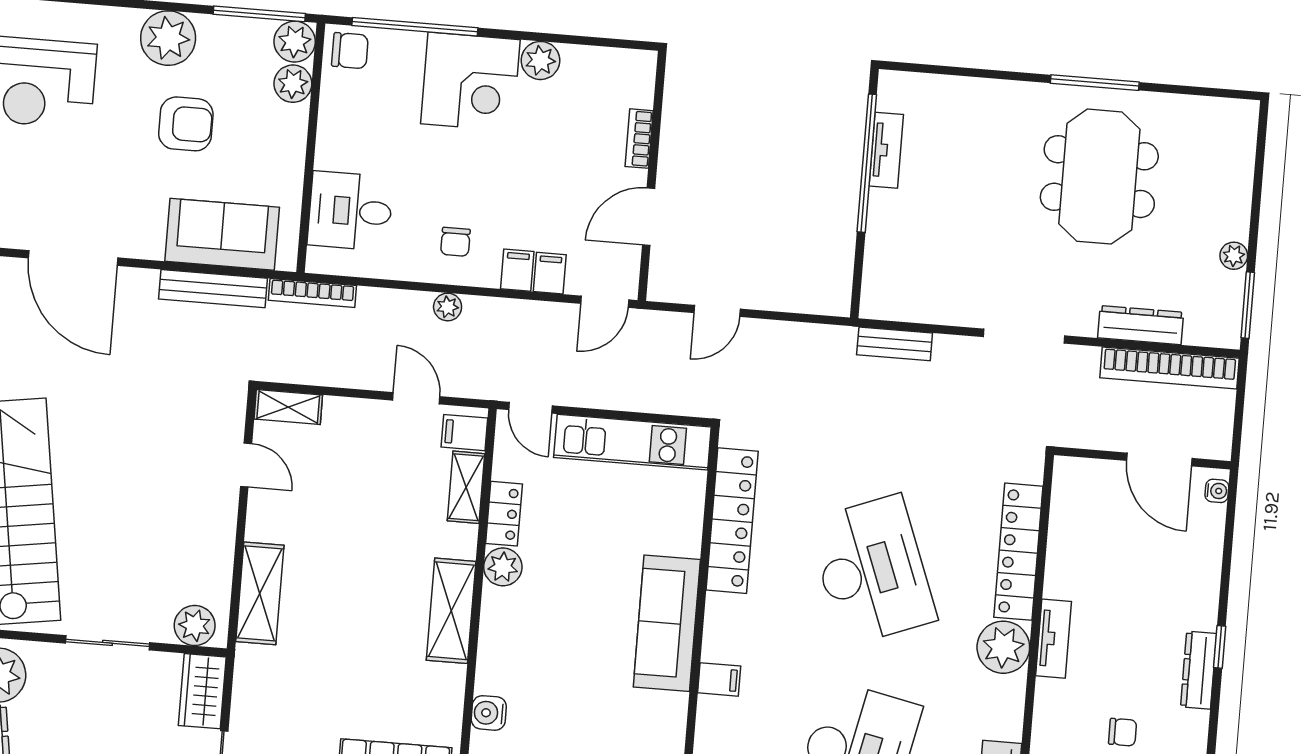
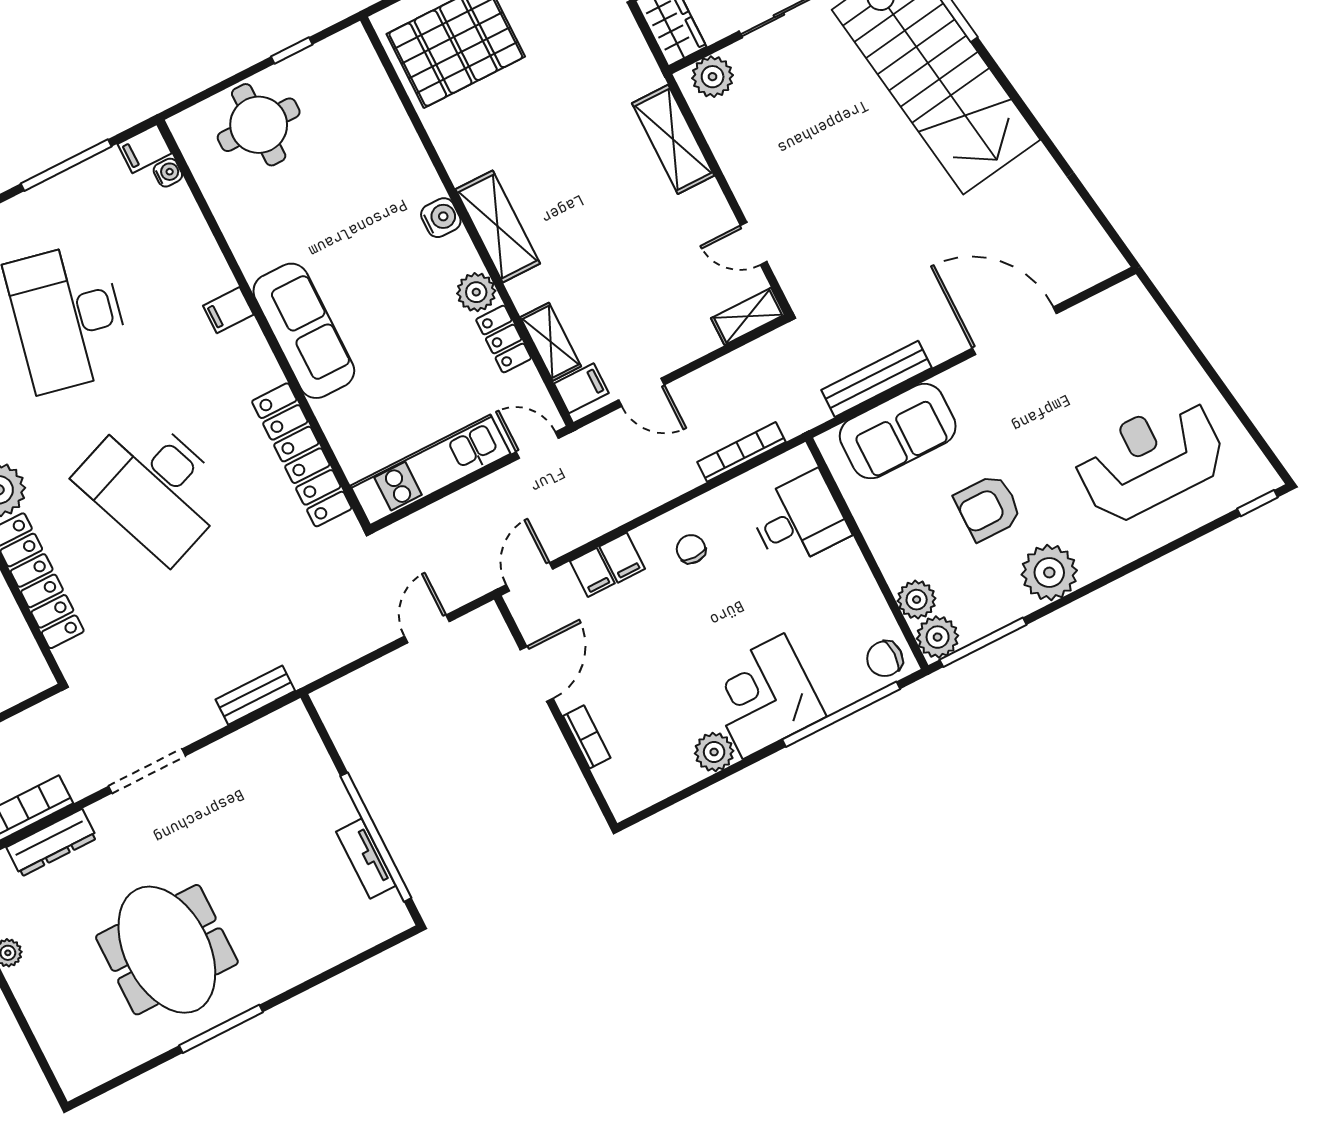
bookcase: (312, 293) -> (741, 452), moved
plant: (448, 307) -> (663, 488), removed
water cooler: (489, 713) -> (441, 218), moved

